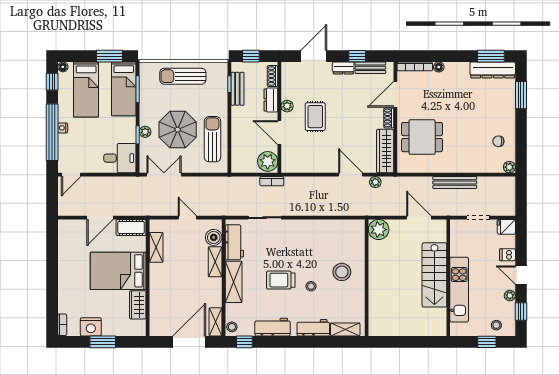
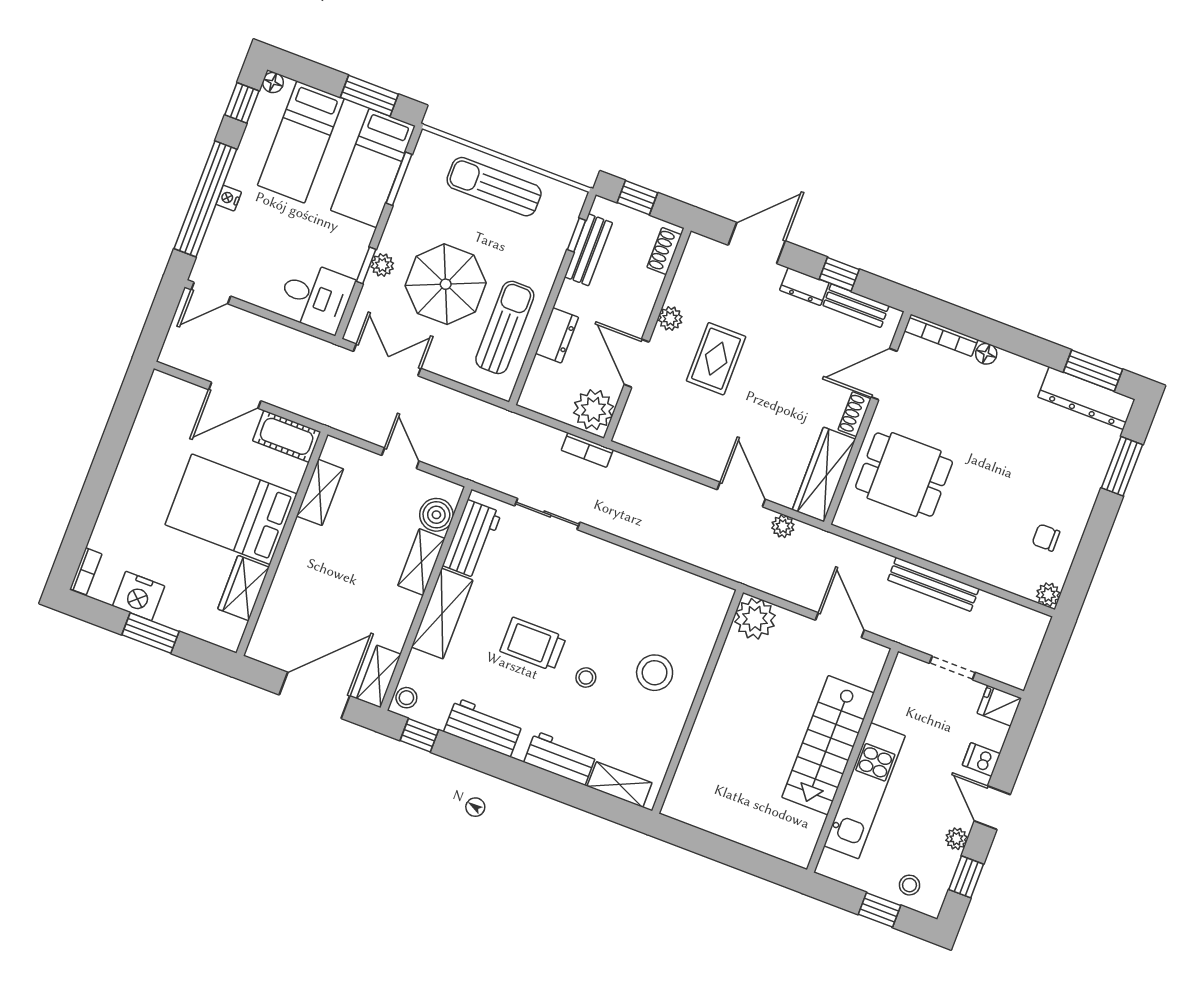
dresser: (271, 100) -> (557, 335), moved, turned 180

